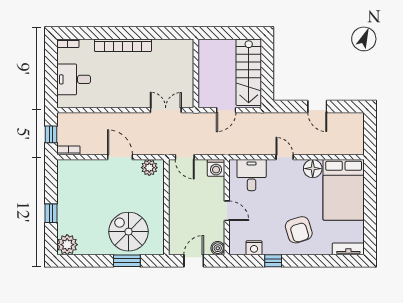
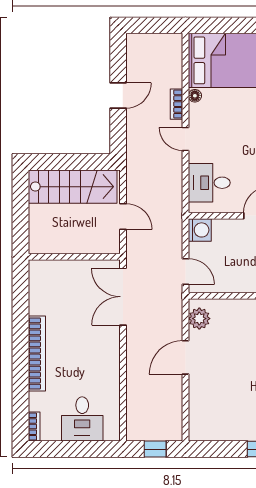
double door: (166, 110) -> (123, 297), width x1.37
bookcase: (68, 150) -> (176, 104), moved
door: (185, 157) -> (185, 271), hinge flipped
door: (285, 157) -> (185, 139), hinge flipped
floor lamp: (313, 169) -> (195, 96), width x0.53, depth x0.53

